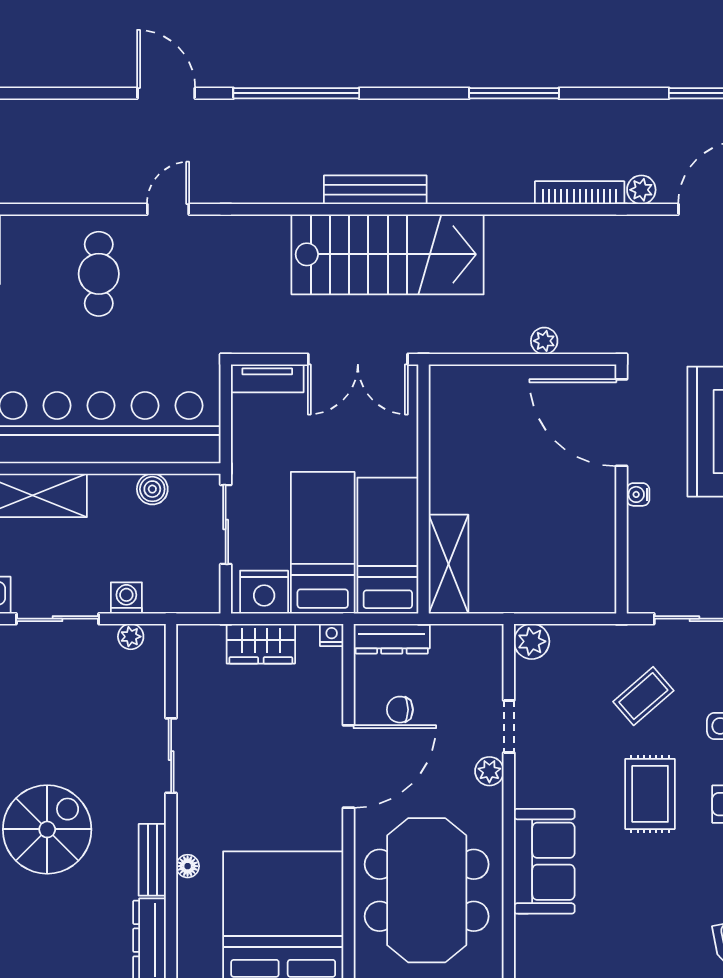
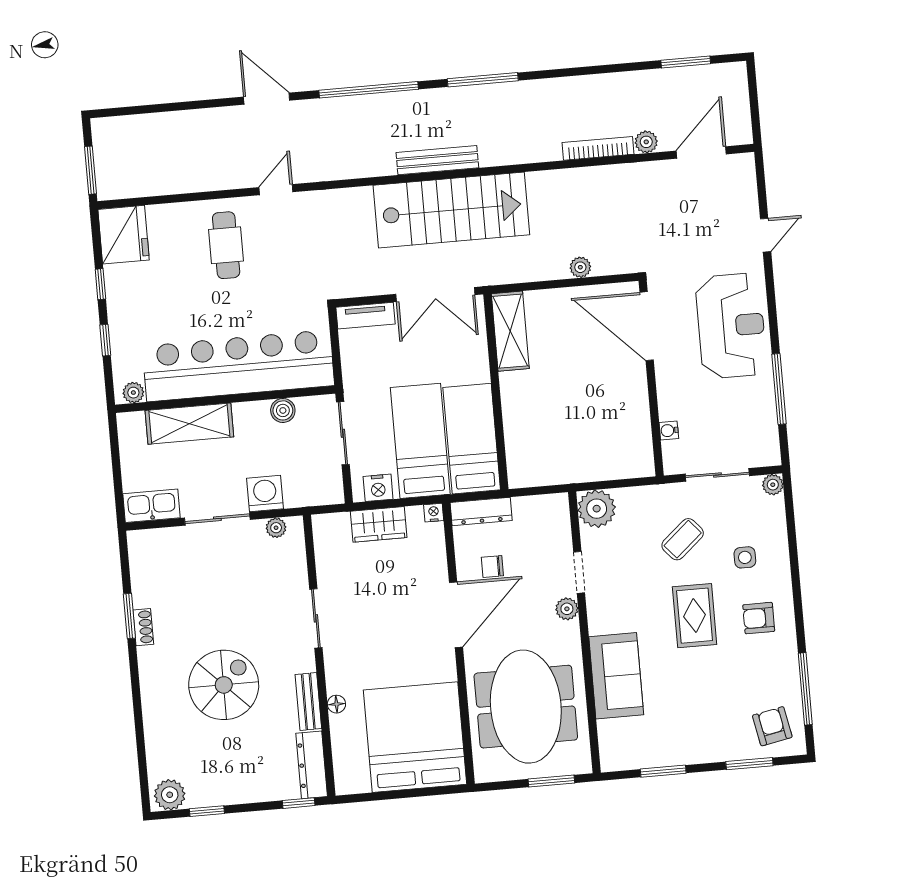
window: (514, 93) -> (483, 80), moved
water cooler: (638, 494) -> (669, 430), moved
shelving: (448, 564) -> (510, 331), moved
nightstand: (264, 592) -> (378, 488), width x0.74, depth x0.75
washing machine: (126, 598) -> (265, 493), width x1.38, depth x1.38
plant: (532, 641) -> (597, 509), width x1.36, depth x1.36

